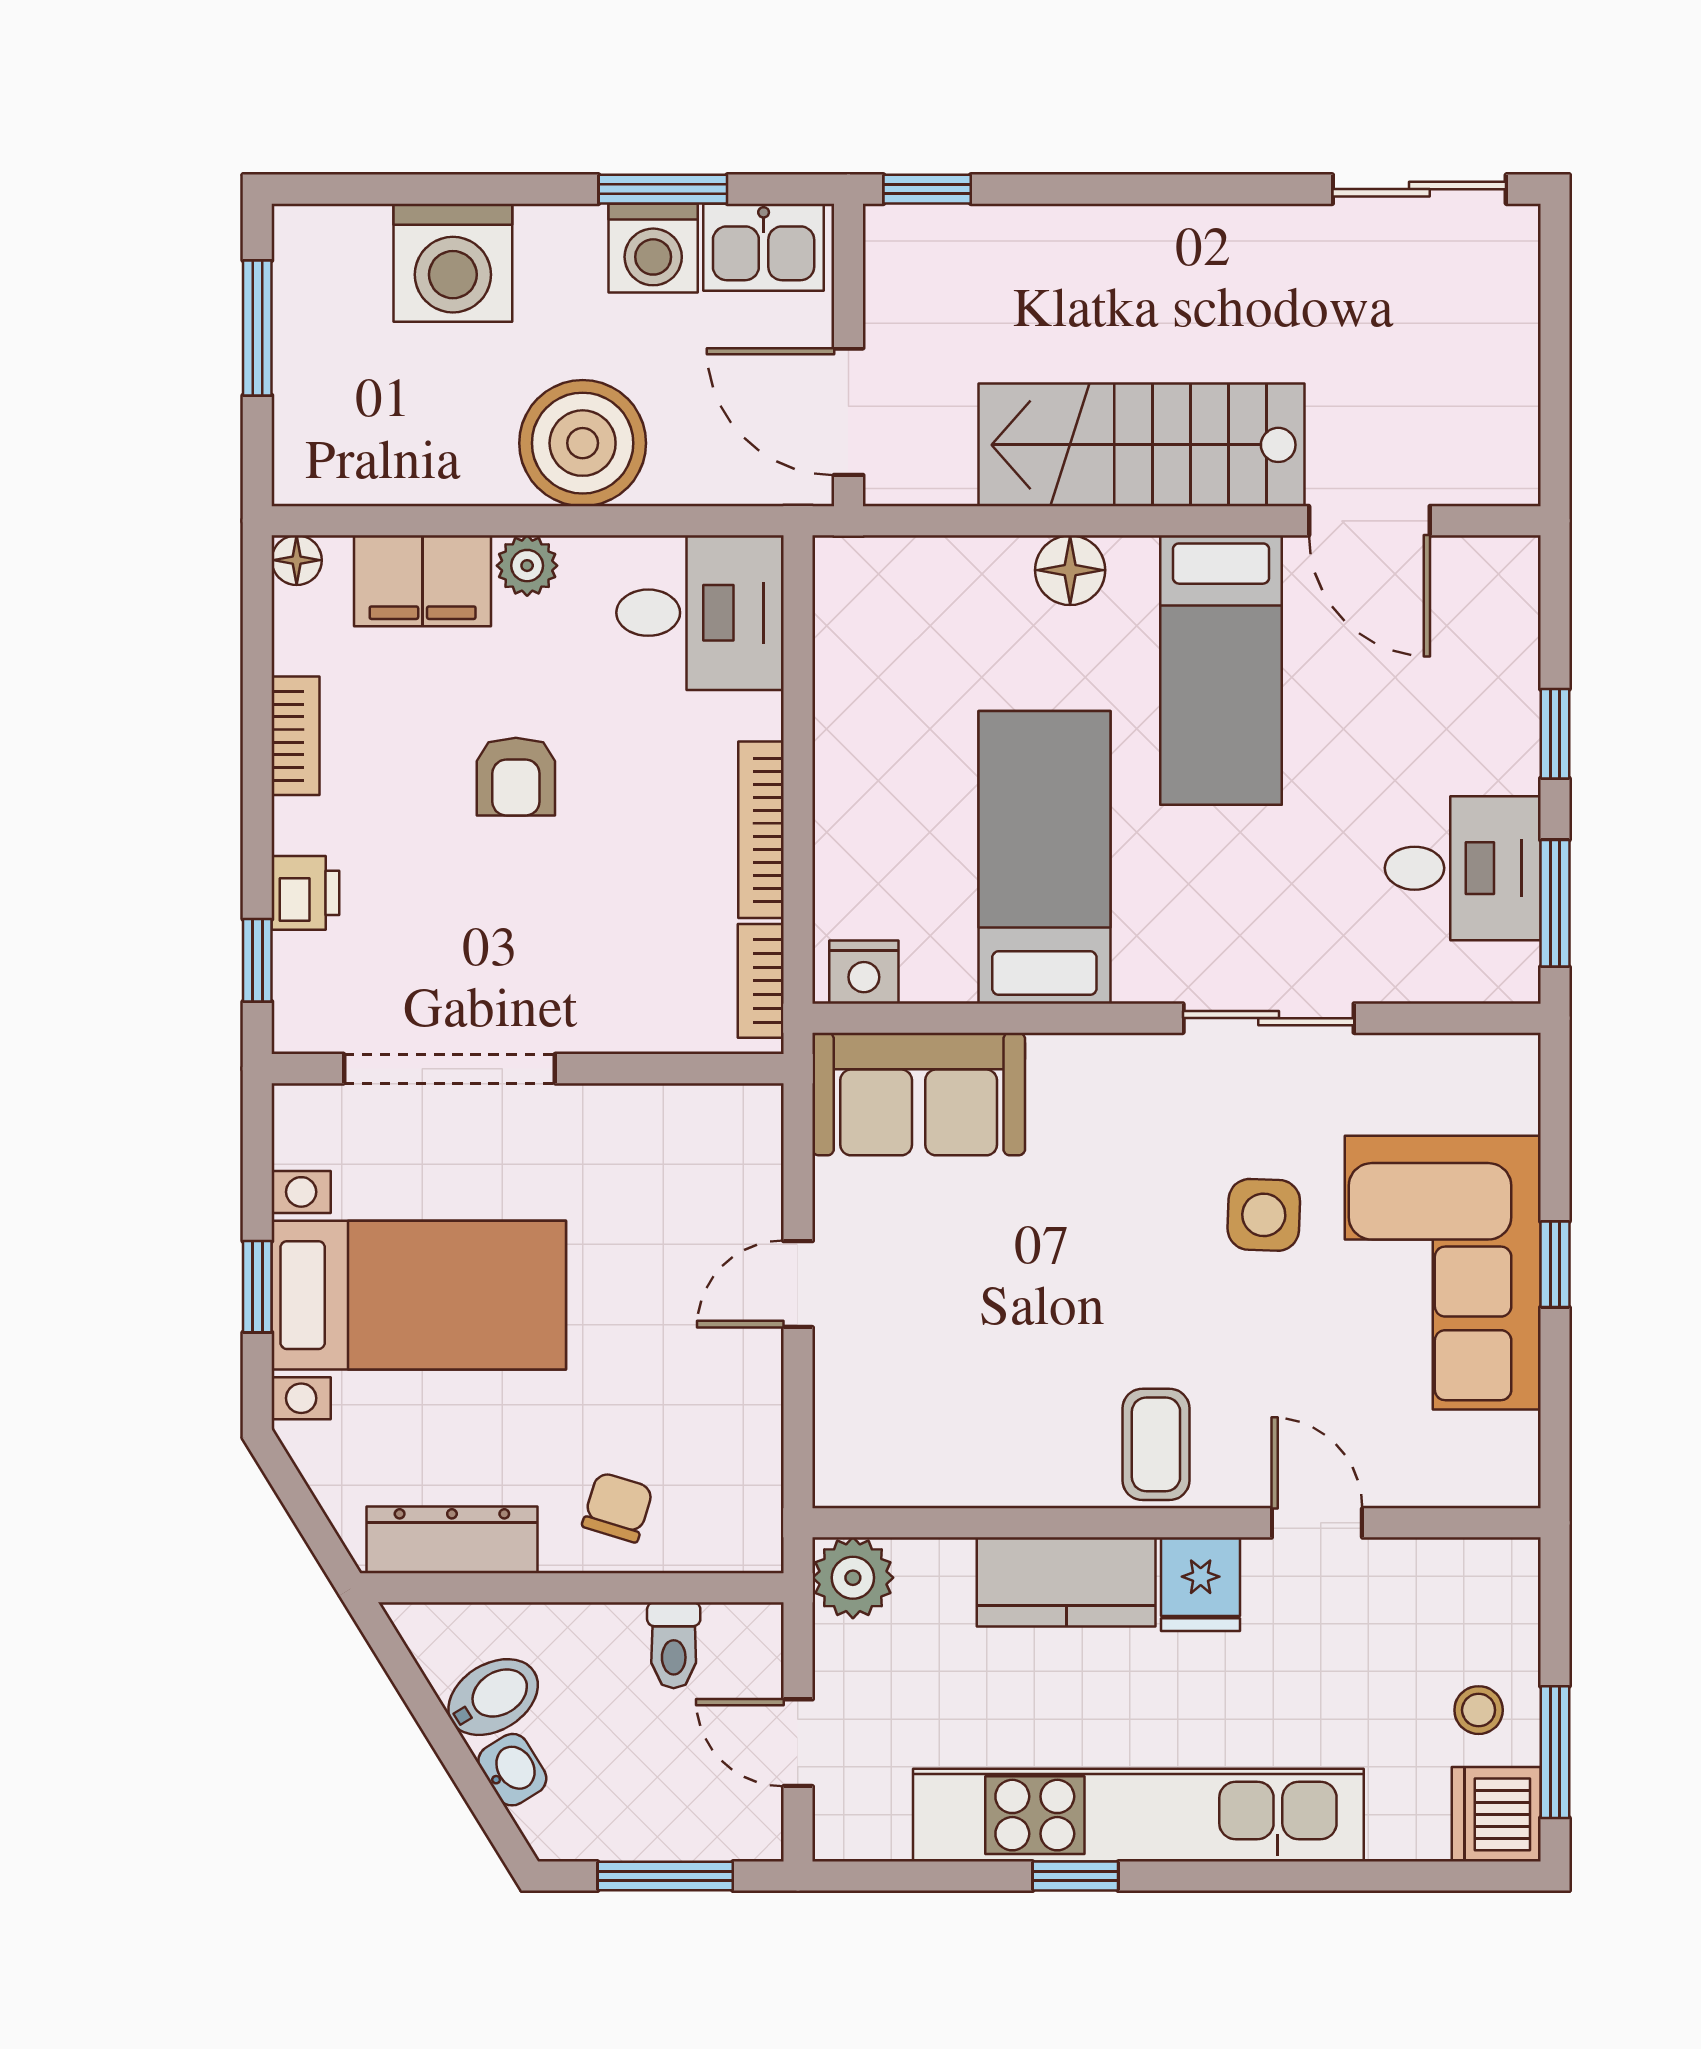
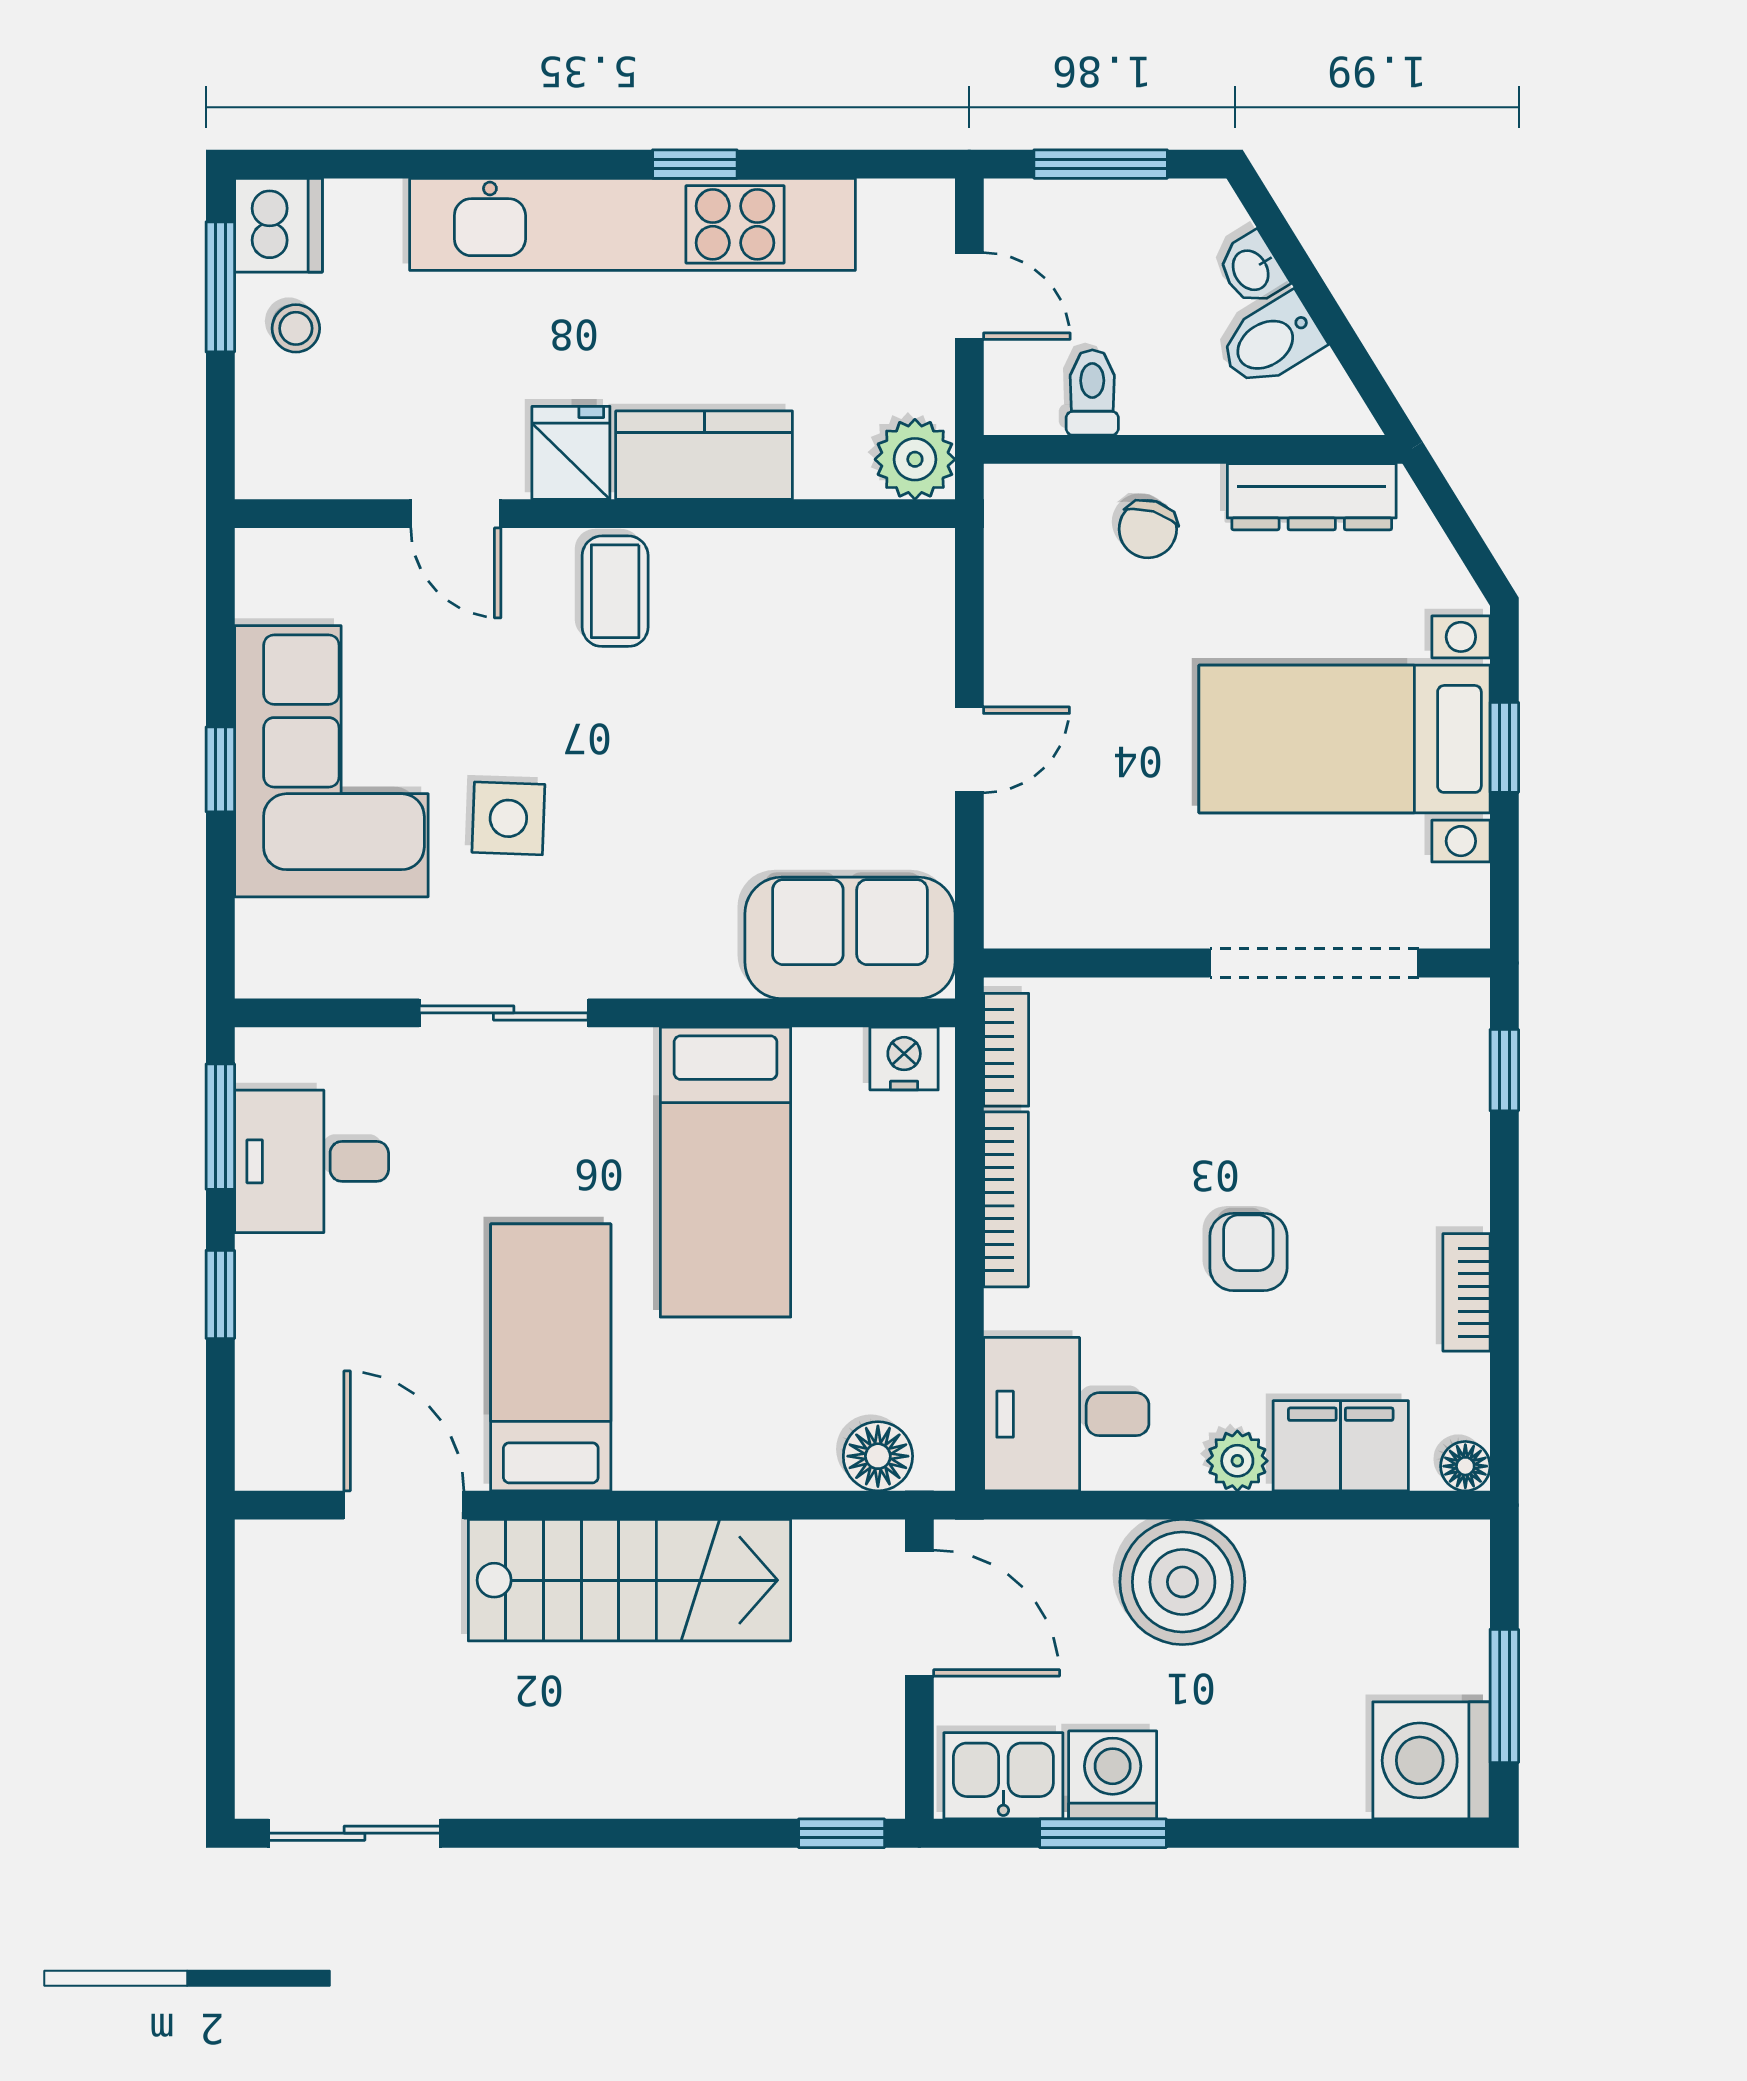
washing machine: (453, 263) -> (1431, 1760), moved, turned -90
floor lamp: (1070, 570) -> (878, 1456), moved
printer: (305, 893) -> (1457, 1137), removed

